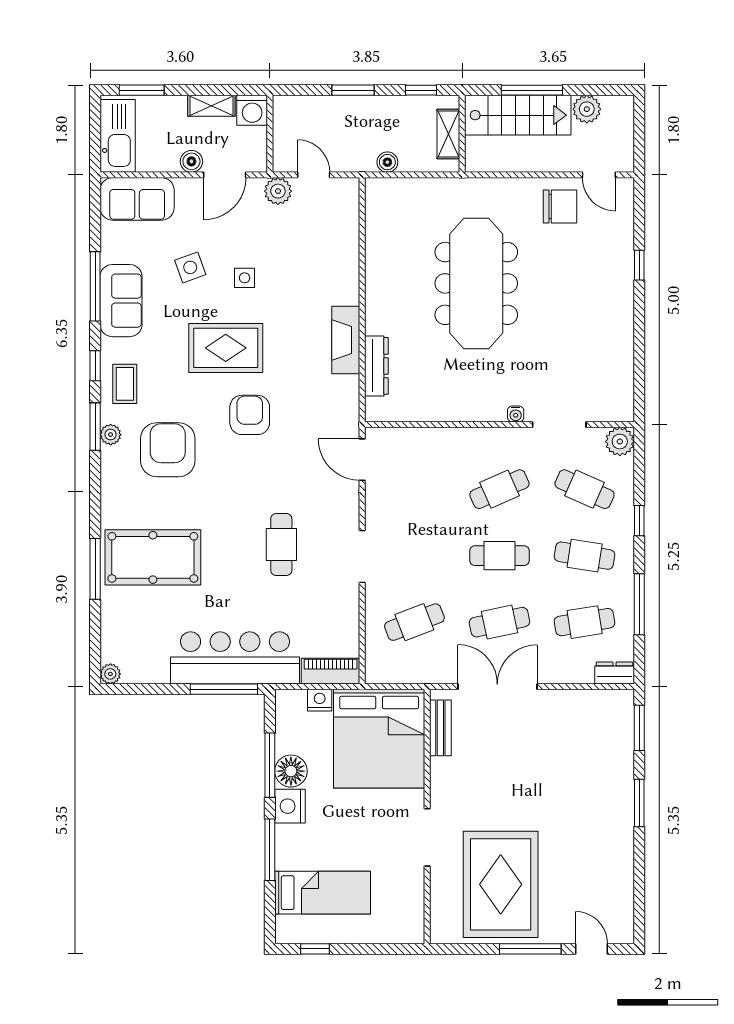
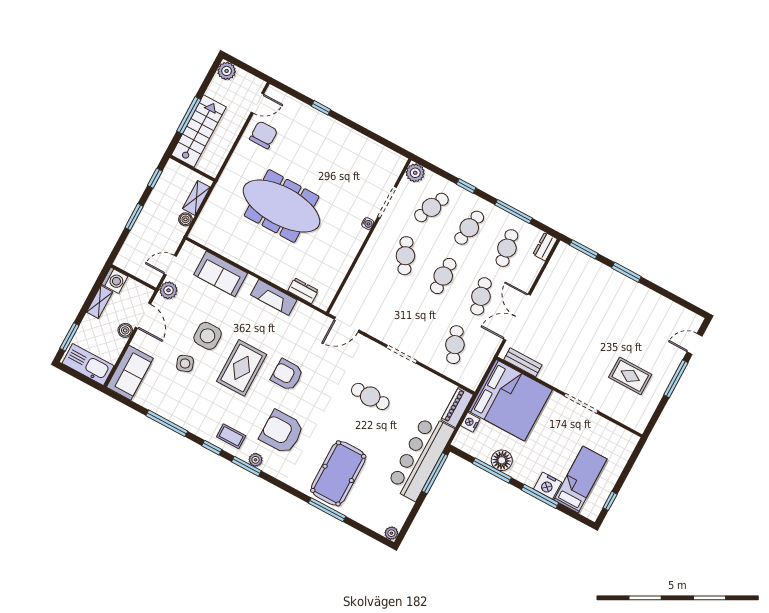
plant: (587, 109) -> (227, 71), moved
shelving: (448, 134) -> (196, 198), moved, turned 90
side table: (245, 278) -> (208, 336), width x1.87, depth x1.87
sofa: (121, 301) -> (221, 274), moved, turned 180
dresser: (376, 366) -> (303, 291), width x0.70
nightstand: (290, 806) -> (548, 486), moved
rug: (501, 884) -> (630, 376), width x0.54, depth x0.49

